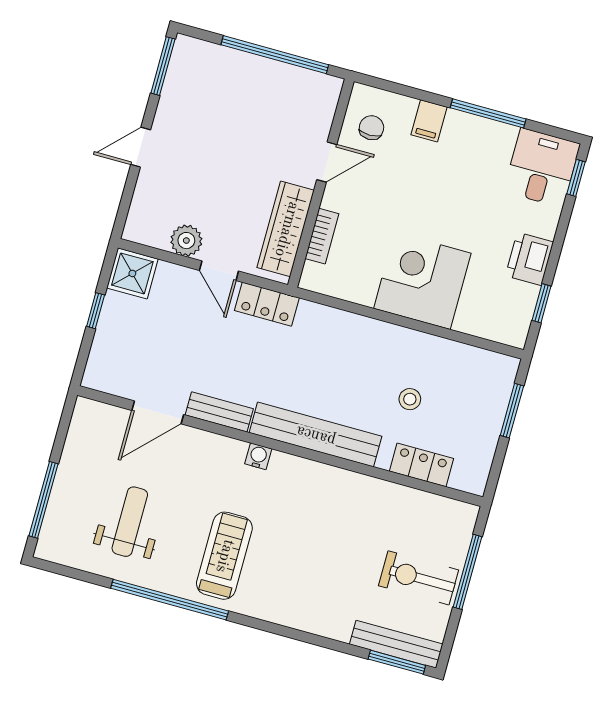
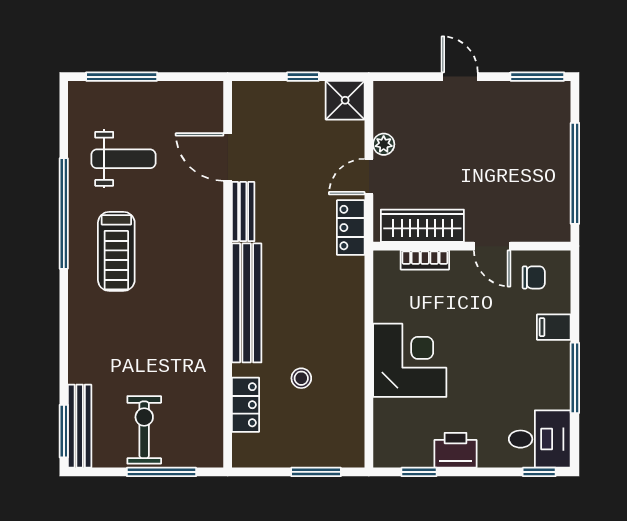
plant: (186, 241) -> (384, 144), width x0.73, depth x0.73
water cooler: (258, 456) -> (213, 257), removed
treadmill: (224, 556) -> (116, 251), turned 90

